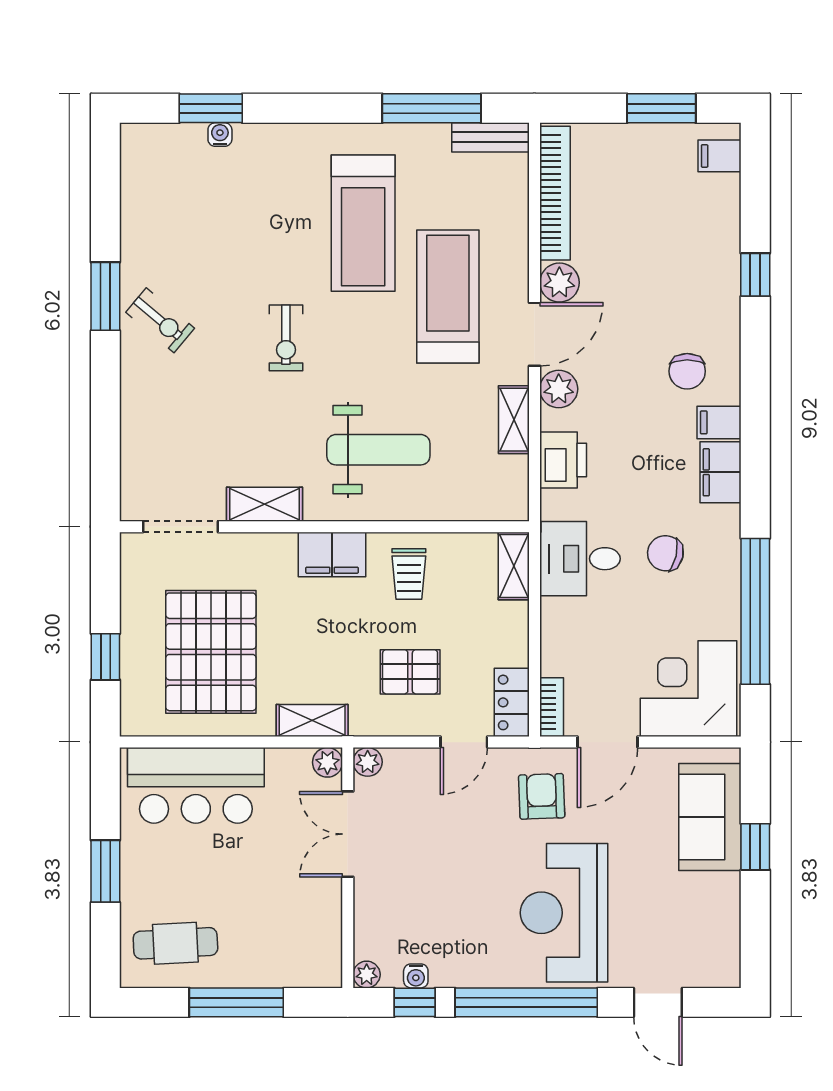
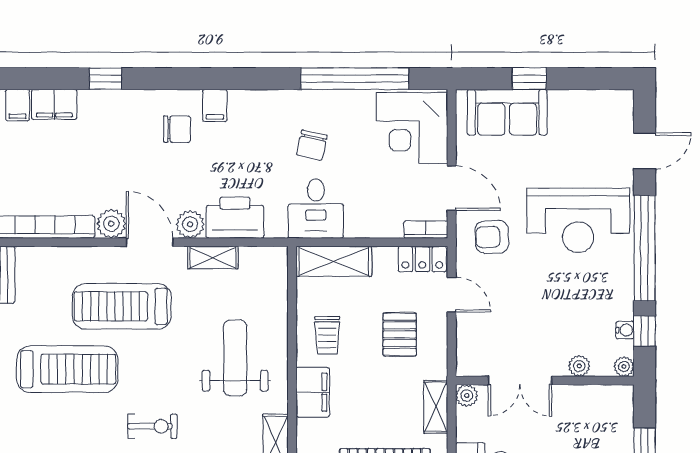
printer: (563, 460) -> (235, 218), width x1.37, depth x1.19
filing cabinet: (720, 472) -> (54, 104), moved
shelving: (514, 566) -> (334, 261), width x1.50, depth x1.33
trolley: (409, 574) -> (327, 335), turned 90
plant: (368, 762) -> (579, 366), moved

